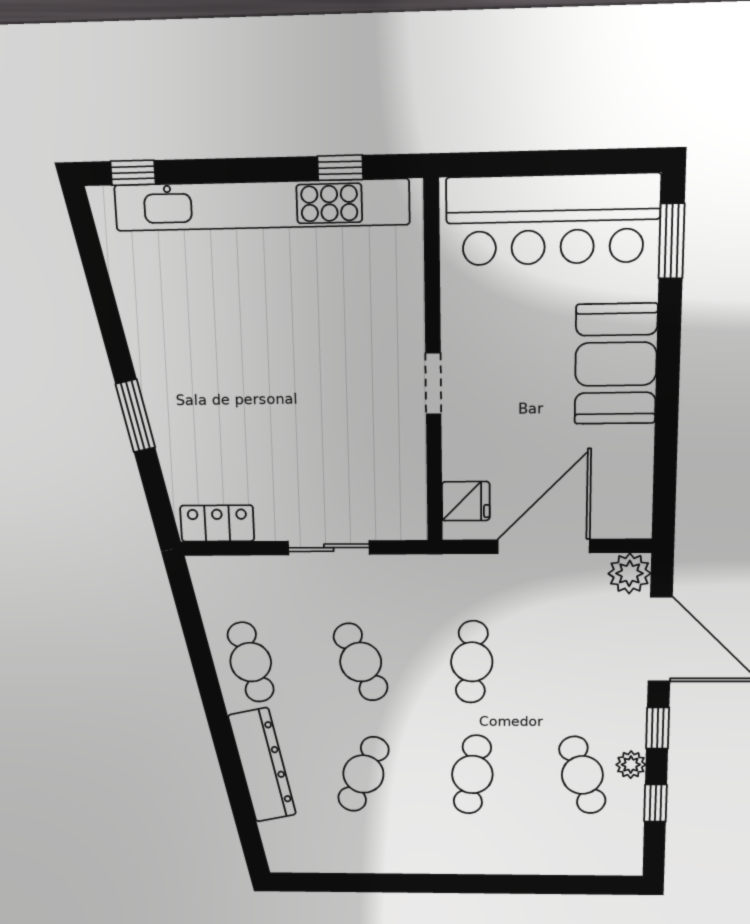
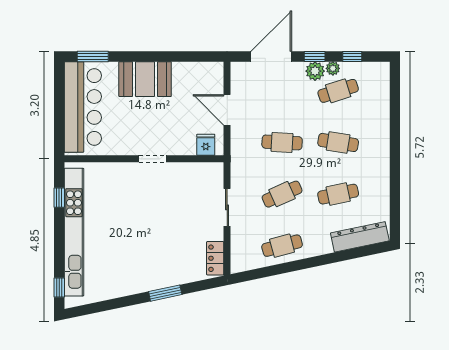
door: (544, 546) -> (227, 110), width x0.73
plant: (629, 573) -> (315, 71), moved
dresser: (262, 765) -> (360, 237), moved
cafe table: (363, 774) -> (338, 194), turned -36

